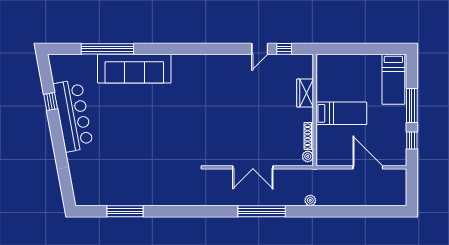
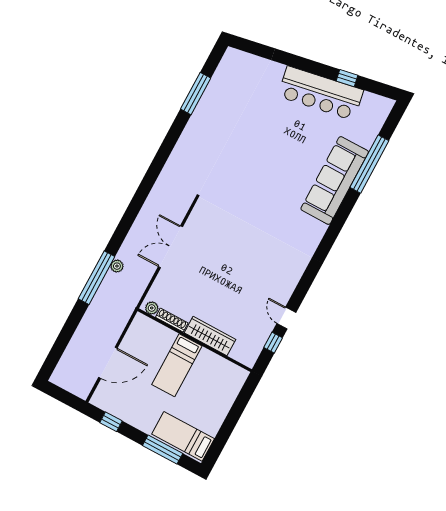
wardrobe: (305, 93) -> (210, 336), width x1.50
window: (412, 106) -> (163, 450), moved
plant: (310, 200) -> (117, 266), moved
window: (262, 211) -> (97, 278), moved

